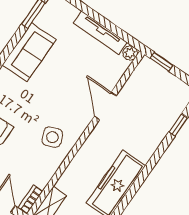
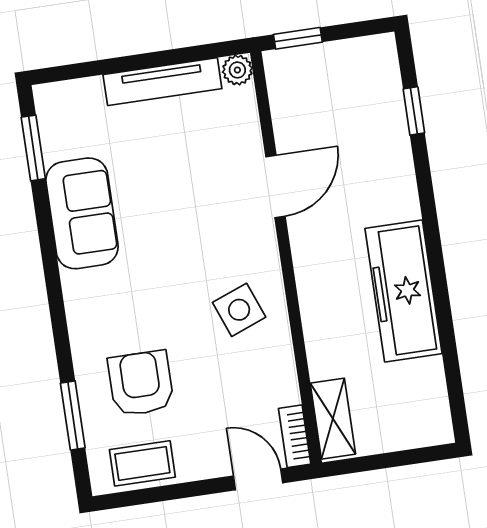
door: (105, 106) -> (275, 186), swing flipped

